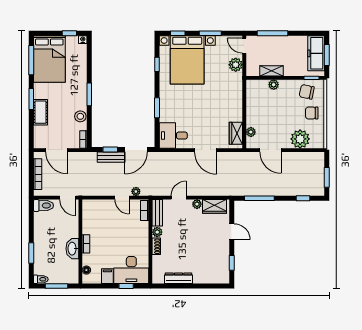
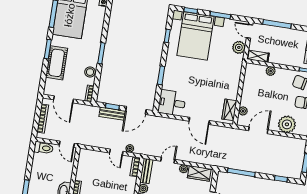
shelving: (272, 71) -> (258, 56), moved
cot: (41, 112) -> (57, 63), width x1.37, depth x1.34
door: (270, 150) -> (258, 130), swing flipped

